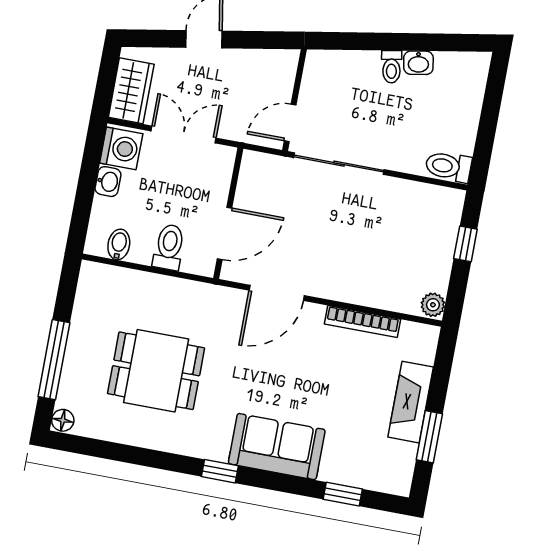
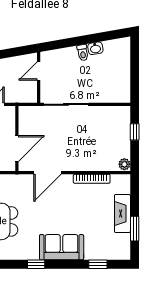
door: (290, 123) -> (39, 71), moved
toilet: (448, 166) -> (119, 96), removed

